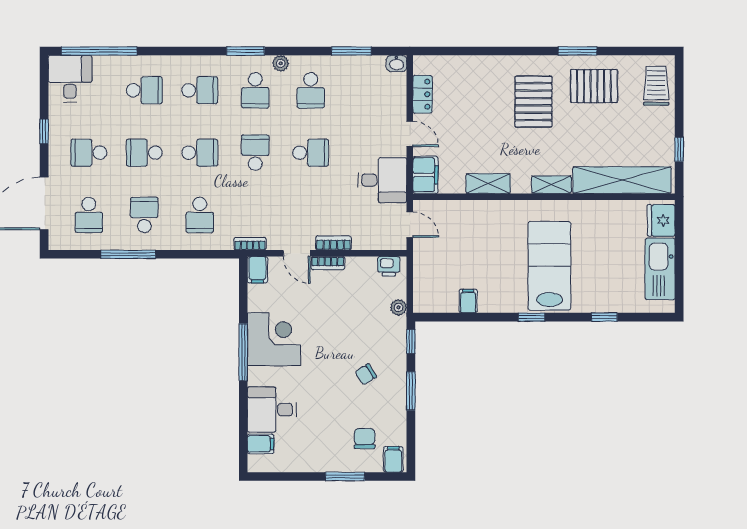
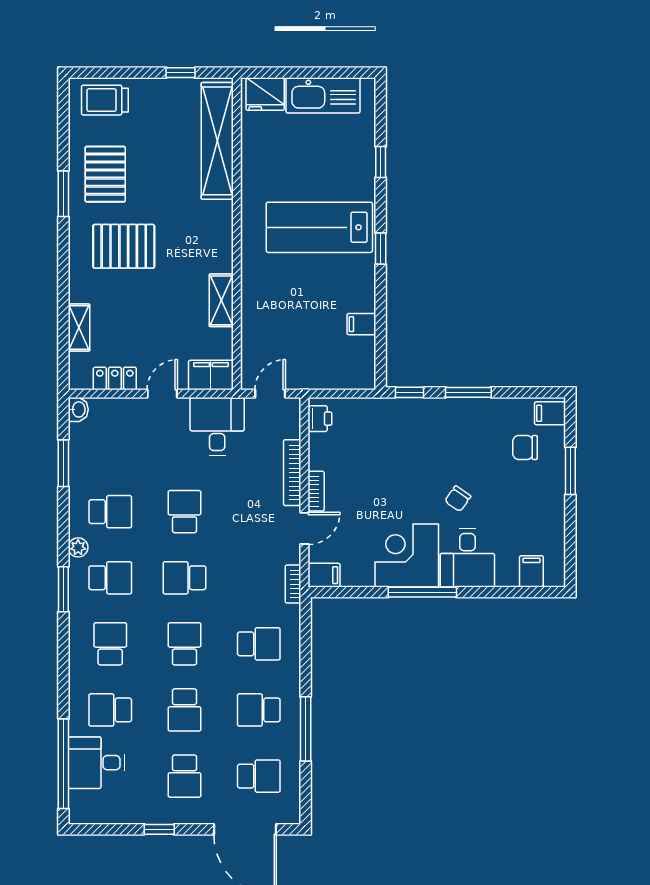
desk: (70, 79) -> (96, 763), moved
school desk: (144, 90) -> (110, 710), turned -90
shelving: (551, 185) -> (79, 328), moved
bookcase: (333, 243) -> (292, 473), width x1.56
plant: (399, 307) -> (369, 407), removed
chair: (366, 374) -> (458, 499), moved, turned 67
desk: (272, 410) -> (467, 558), moved

